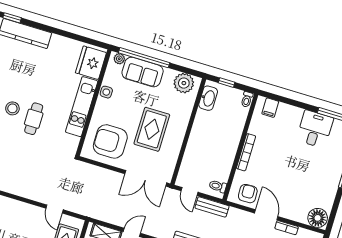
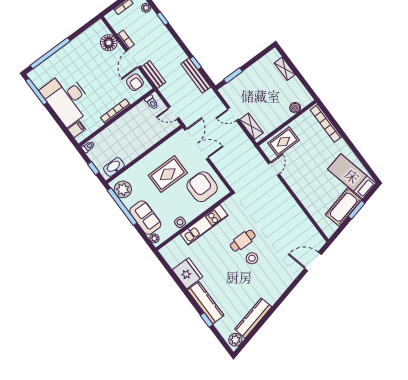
window: (144, 58) -> (122, 207), moved
fridge: (91, 63) -> (188, 273), moved, turned -90
desk: (315, 129) -> (67, 99), width x1.87, depth x1.30
armchair: (110, 141) -> (202, 187), turned 180
door: (190, 192) -> (173, 113), swing flipped
armchair: (248, 194) -> (135, 82), turned -88
bench: (212, 207) -> (154, 75), moved
floor lamp: (318, 218) -> (109, 43), moved

